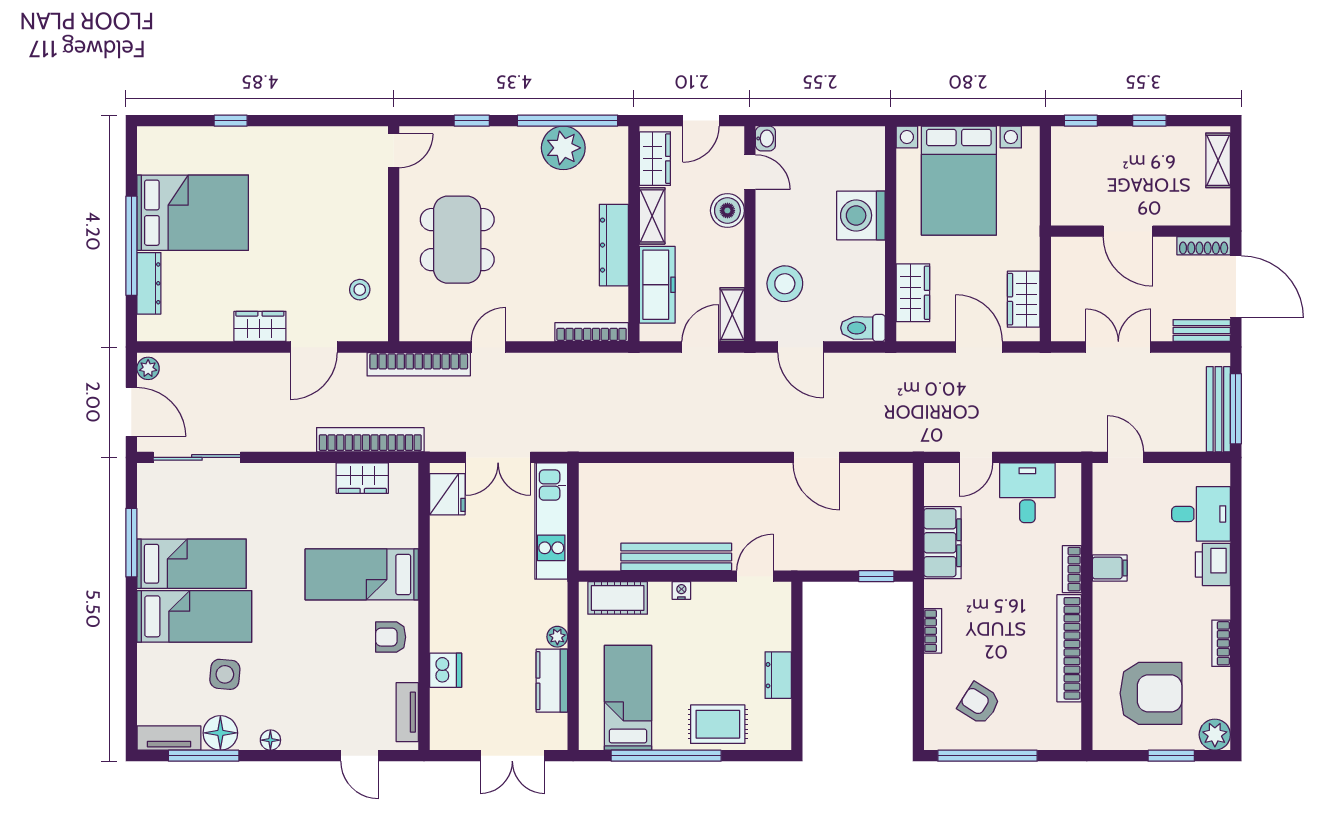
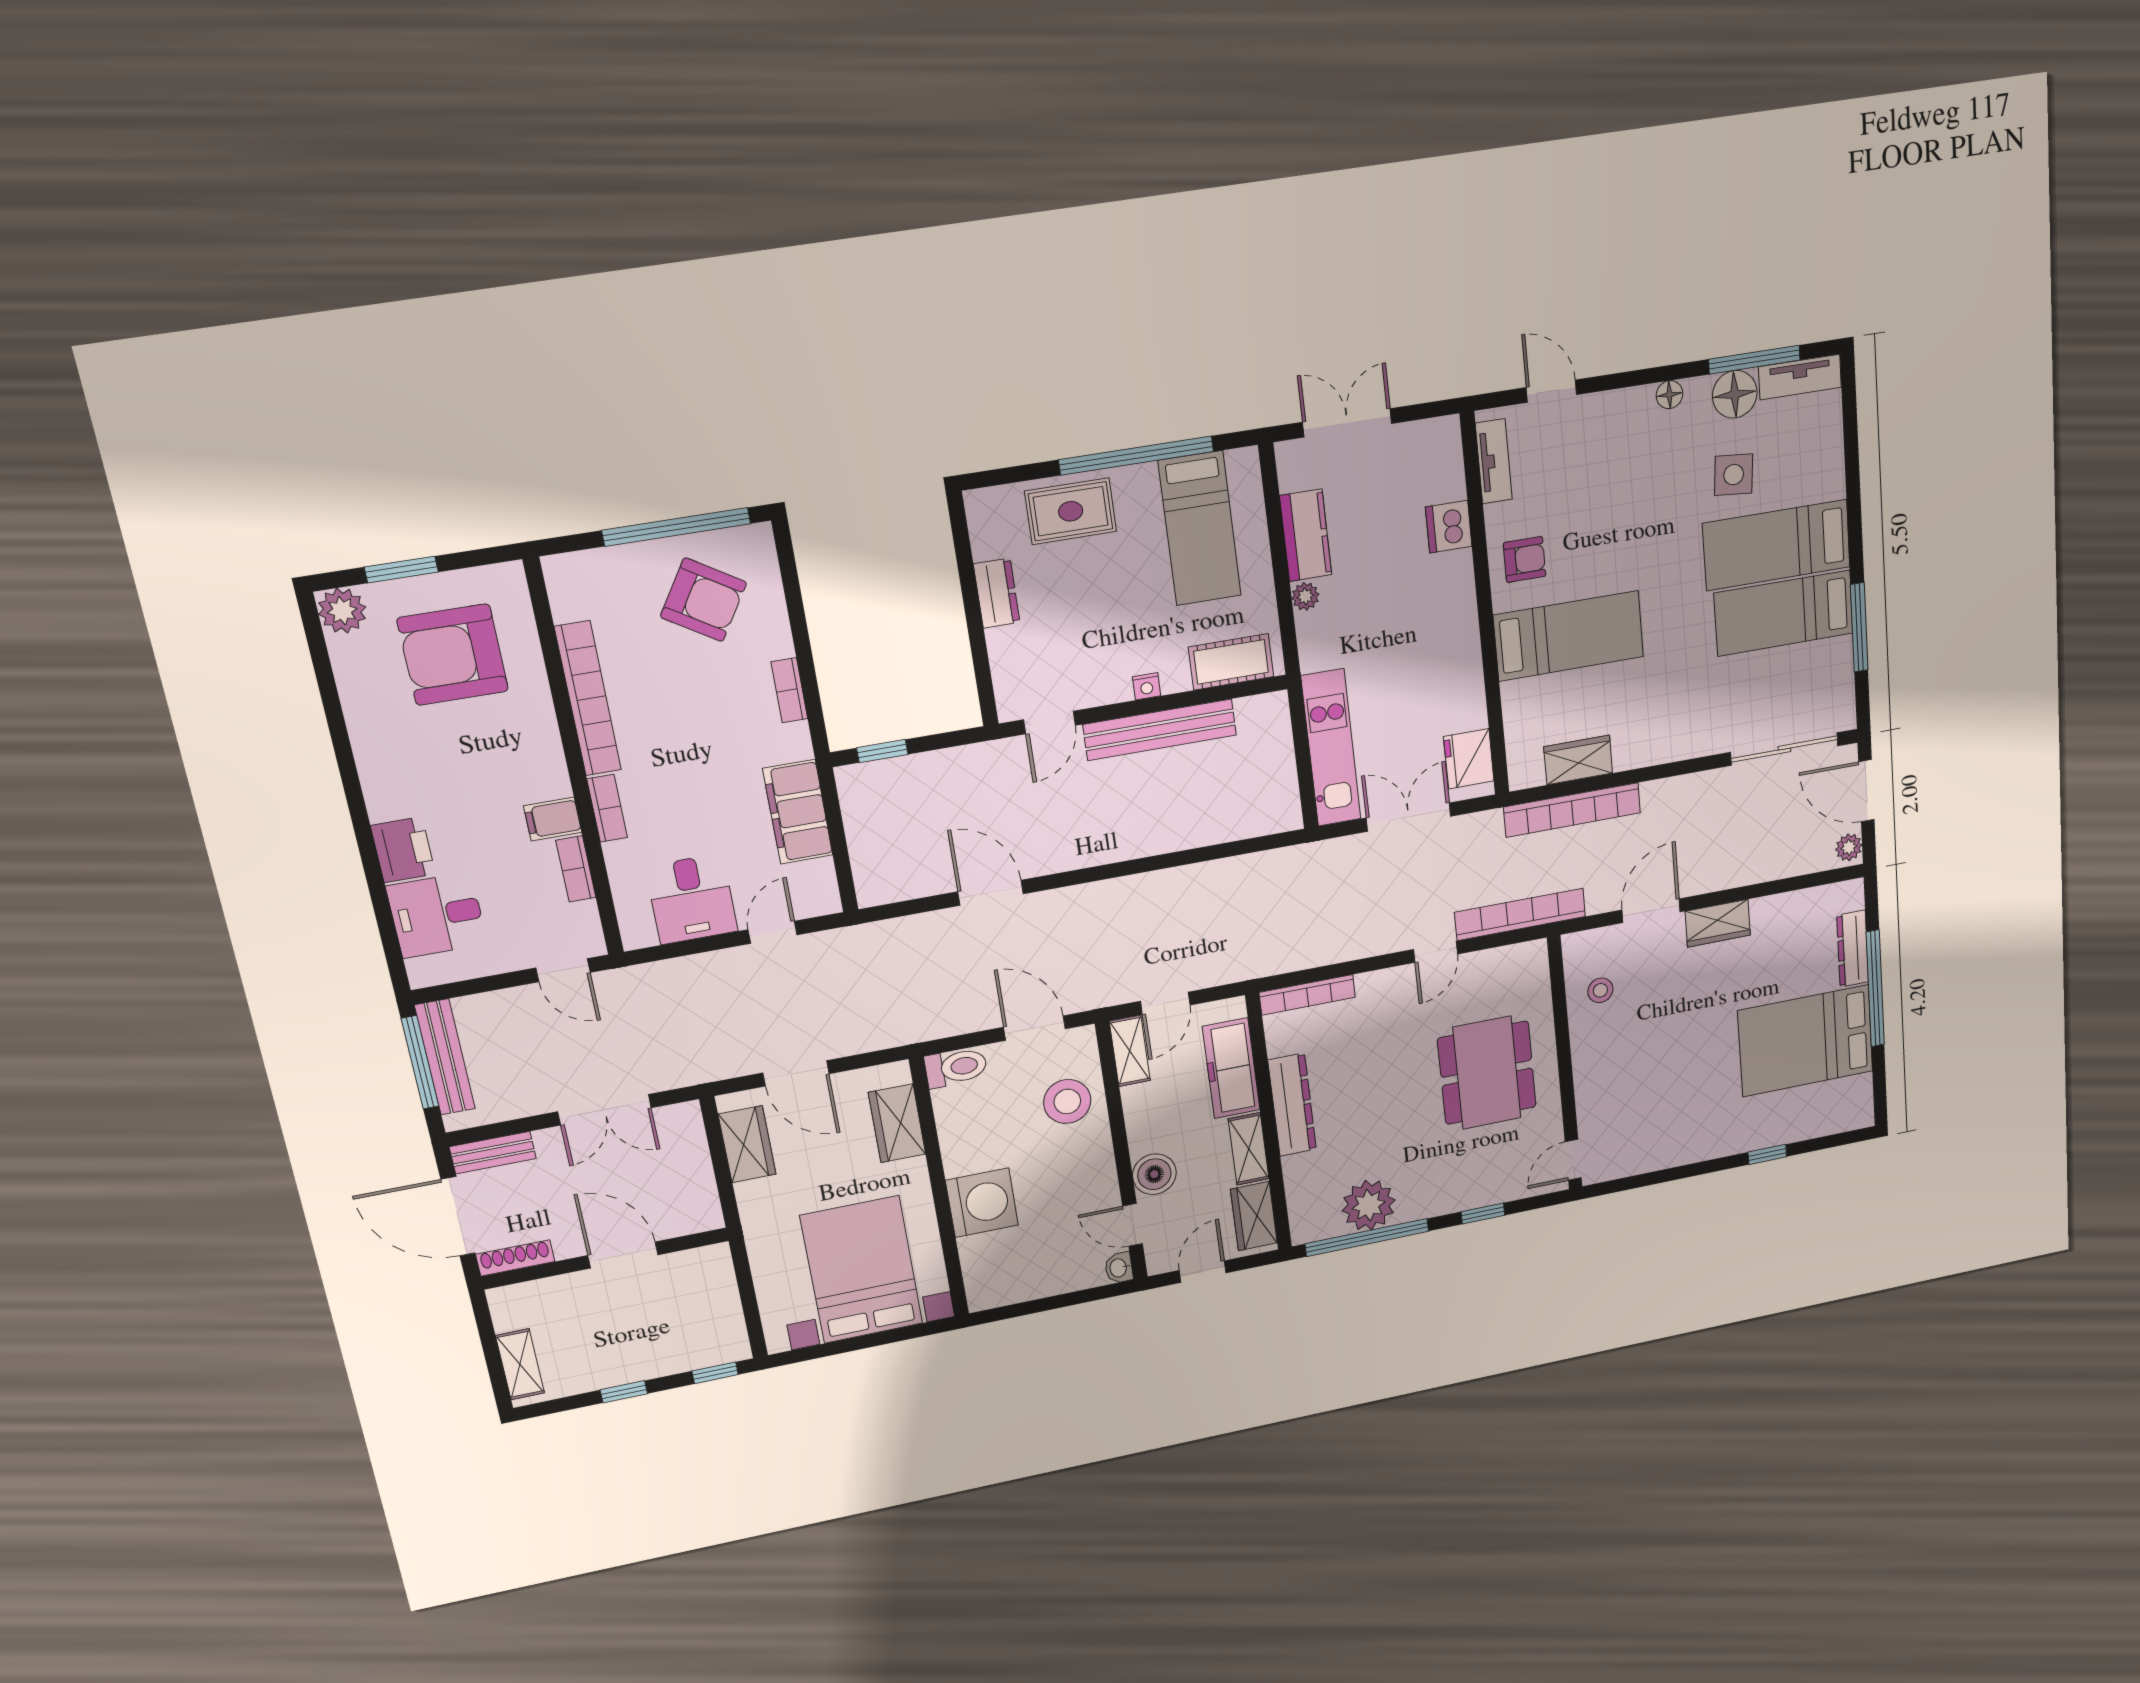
bookcase: (1221, 643) -> (576, 869), moved, turned 180
armchair: (979, 703) -> (703, 600), width x1.38, depth x1.38

